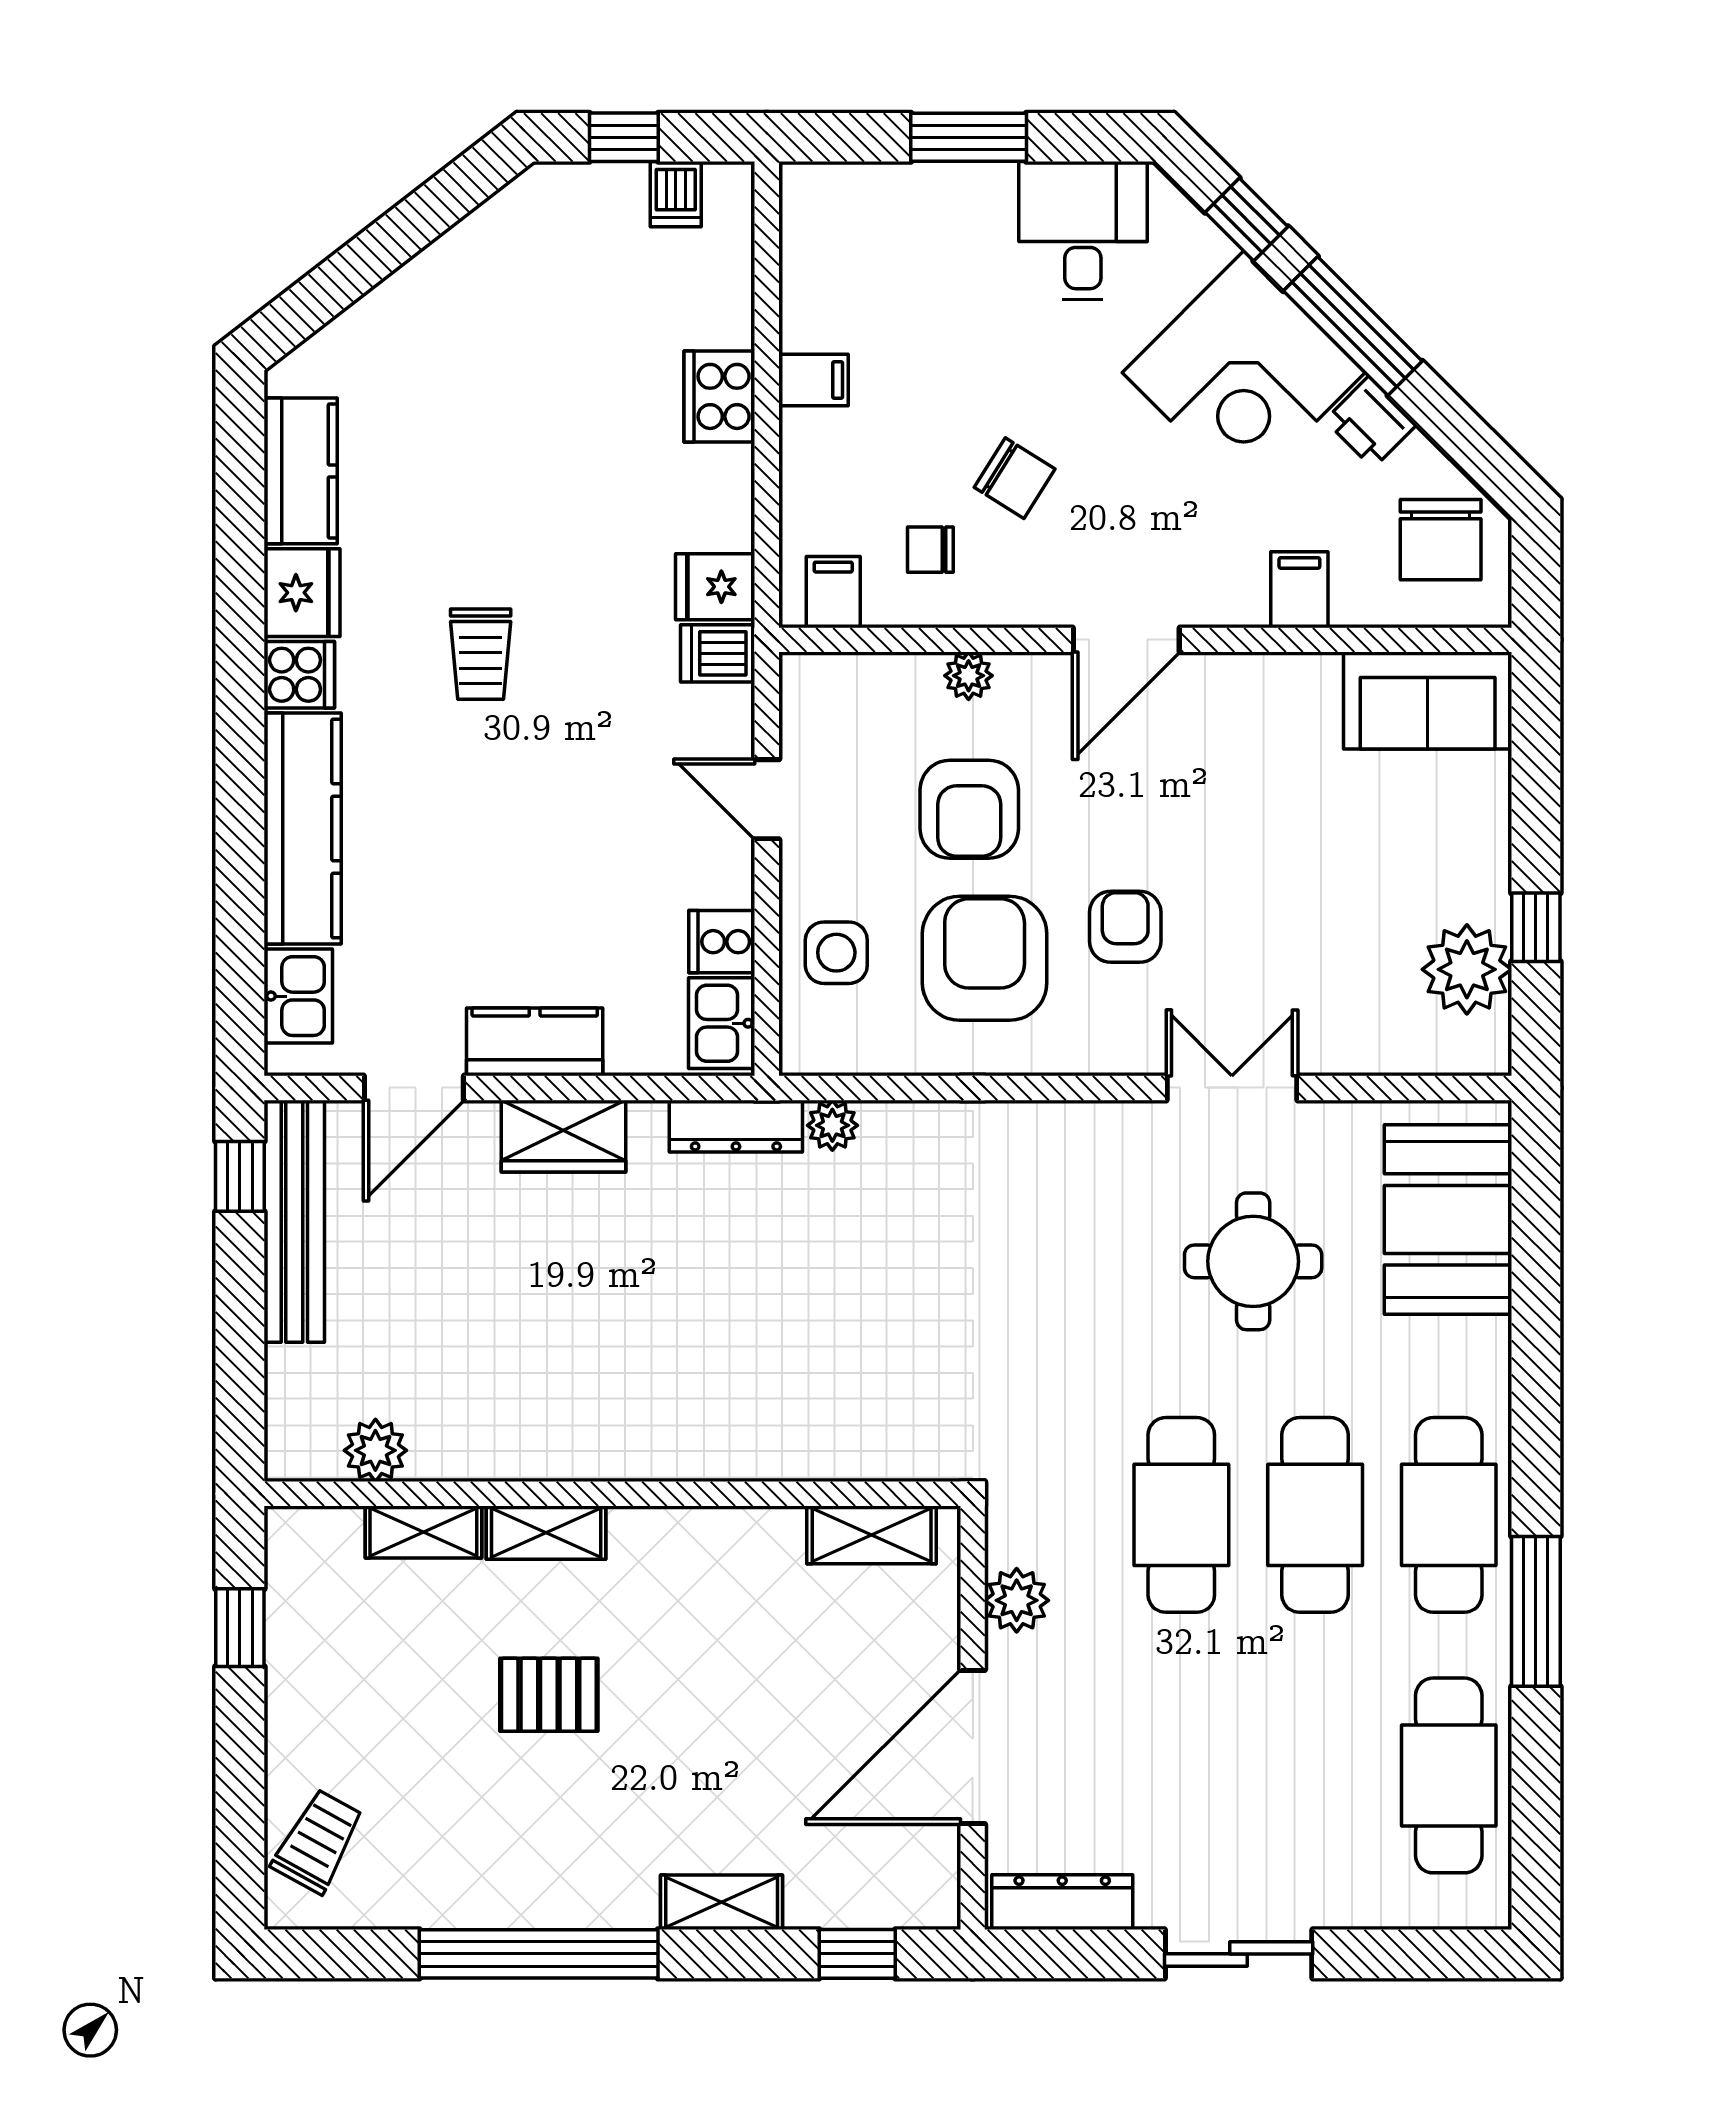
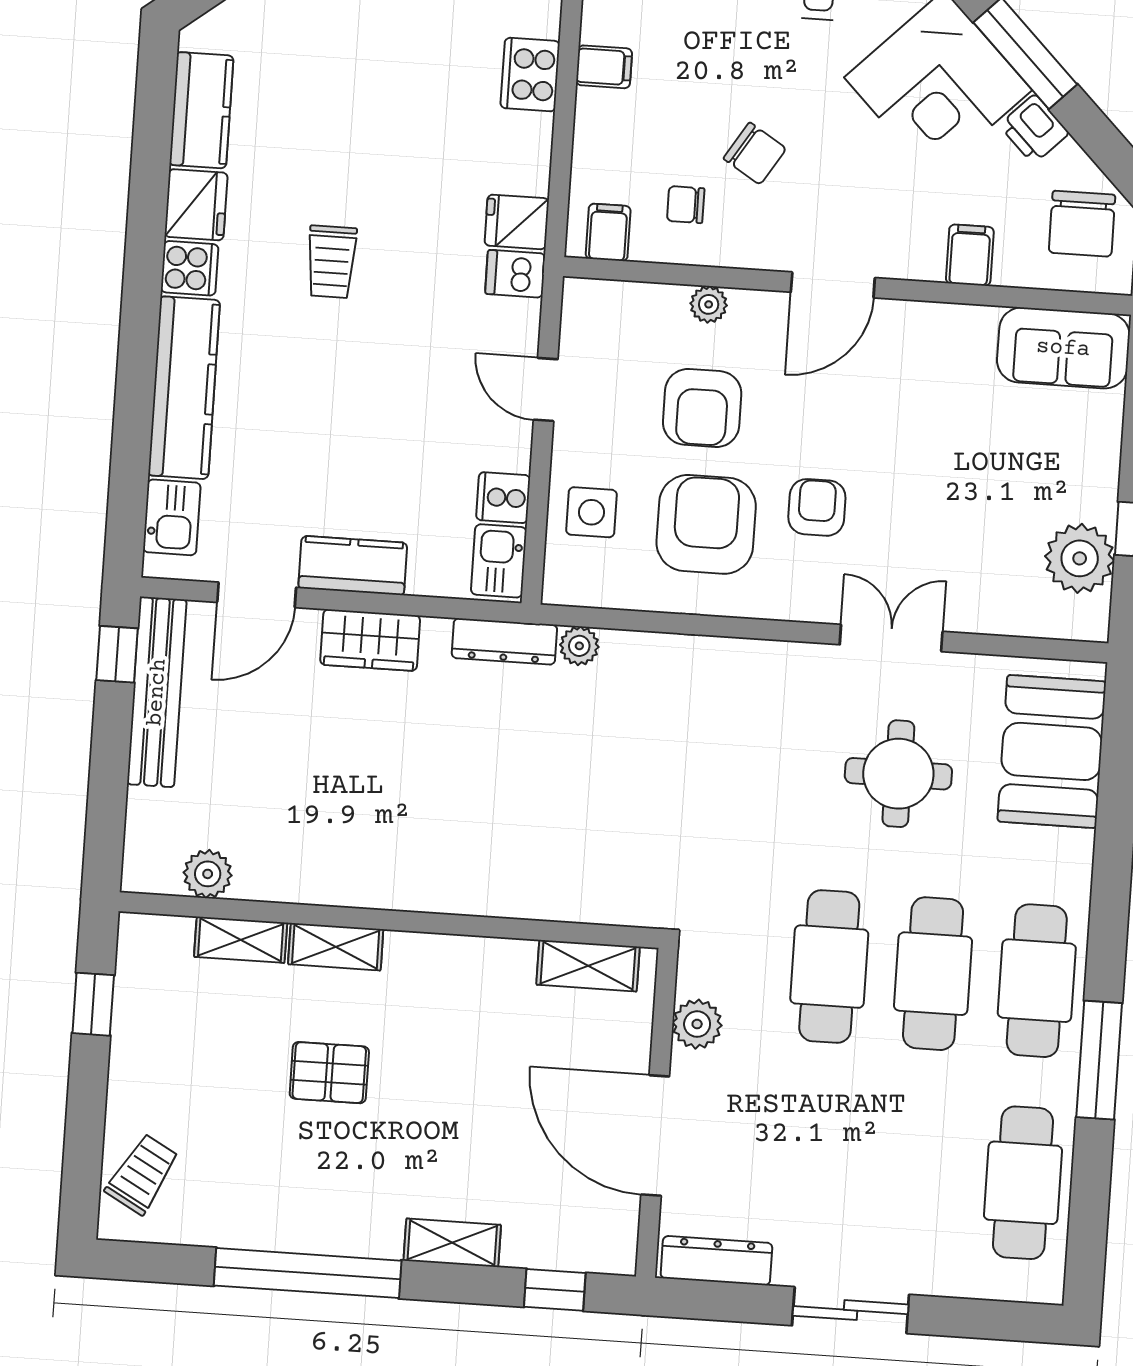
door: (973, 1747) -> (655, 1136), hinge flipped

